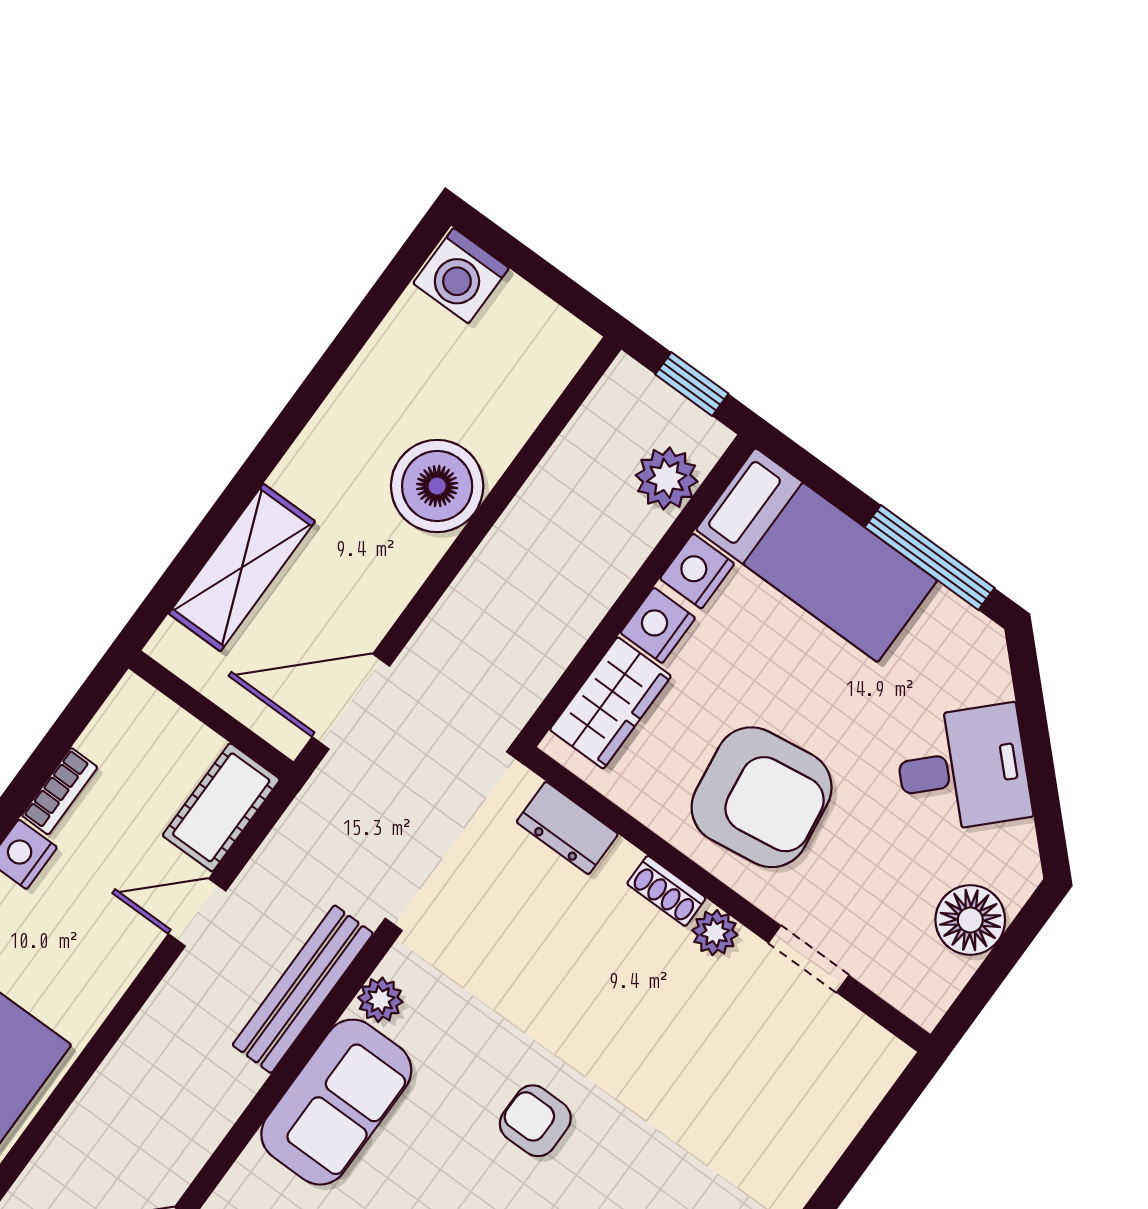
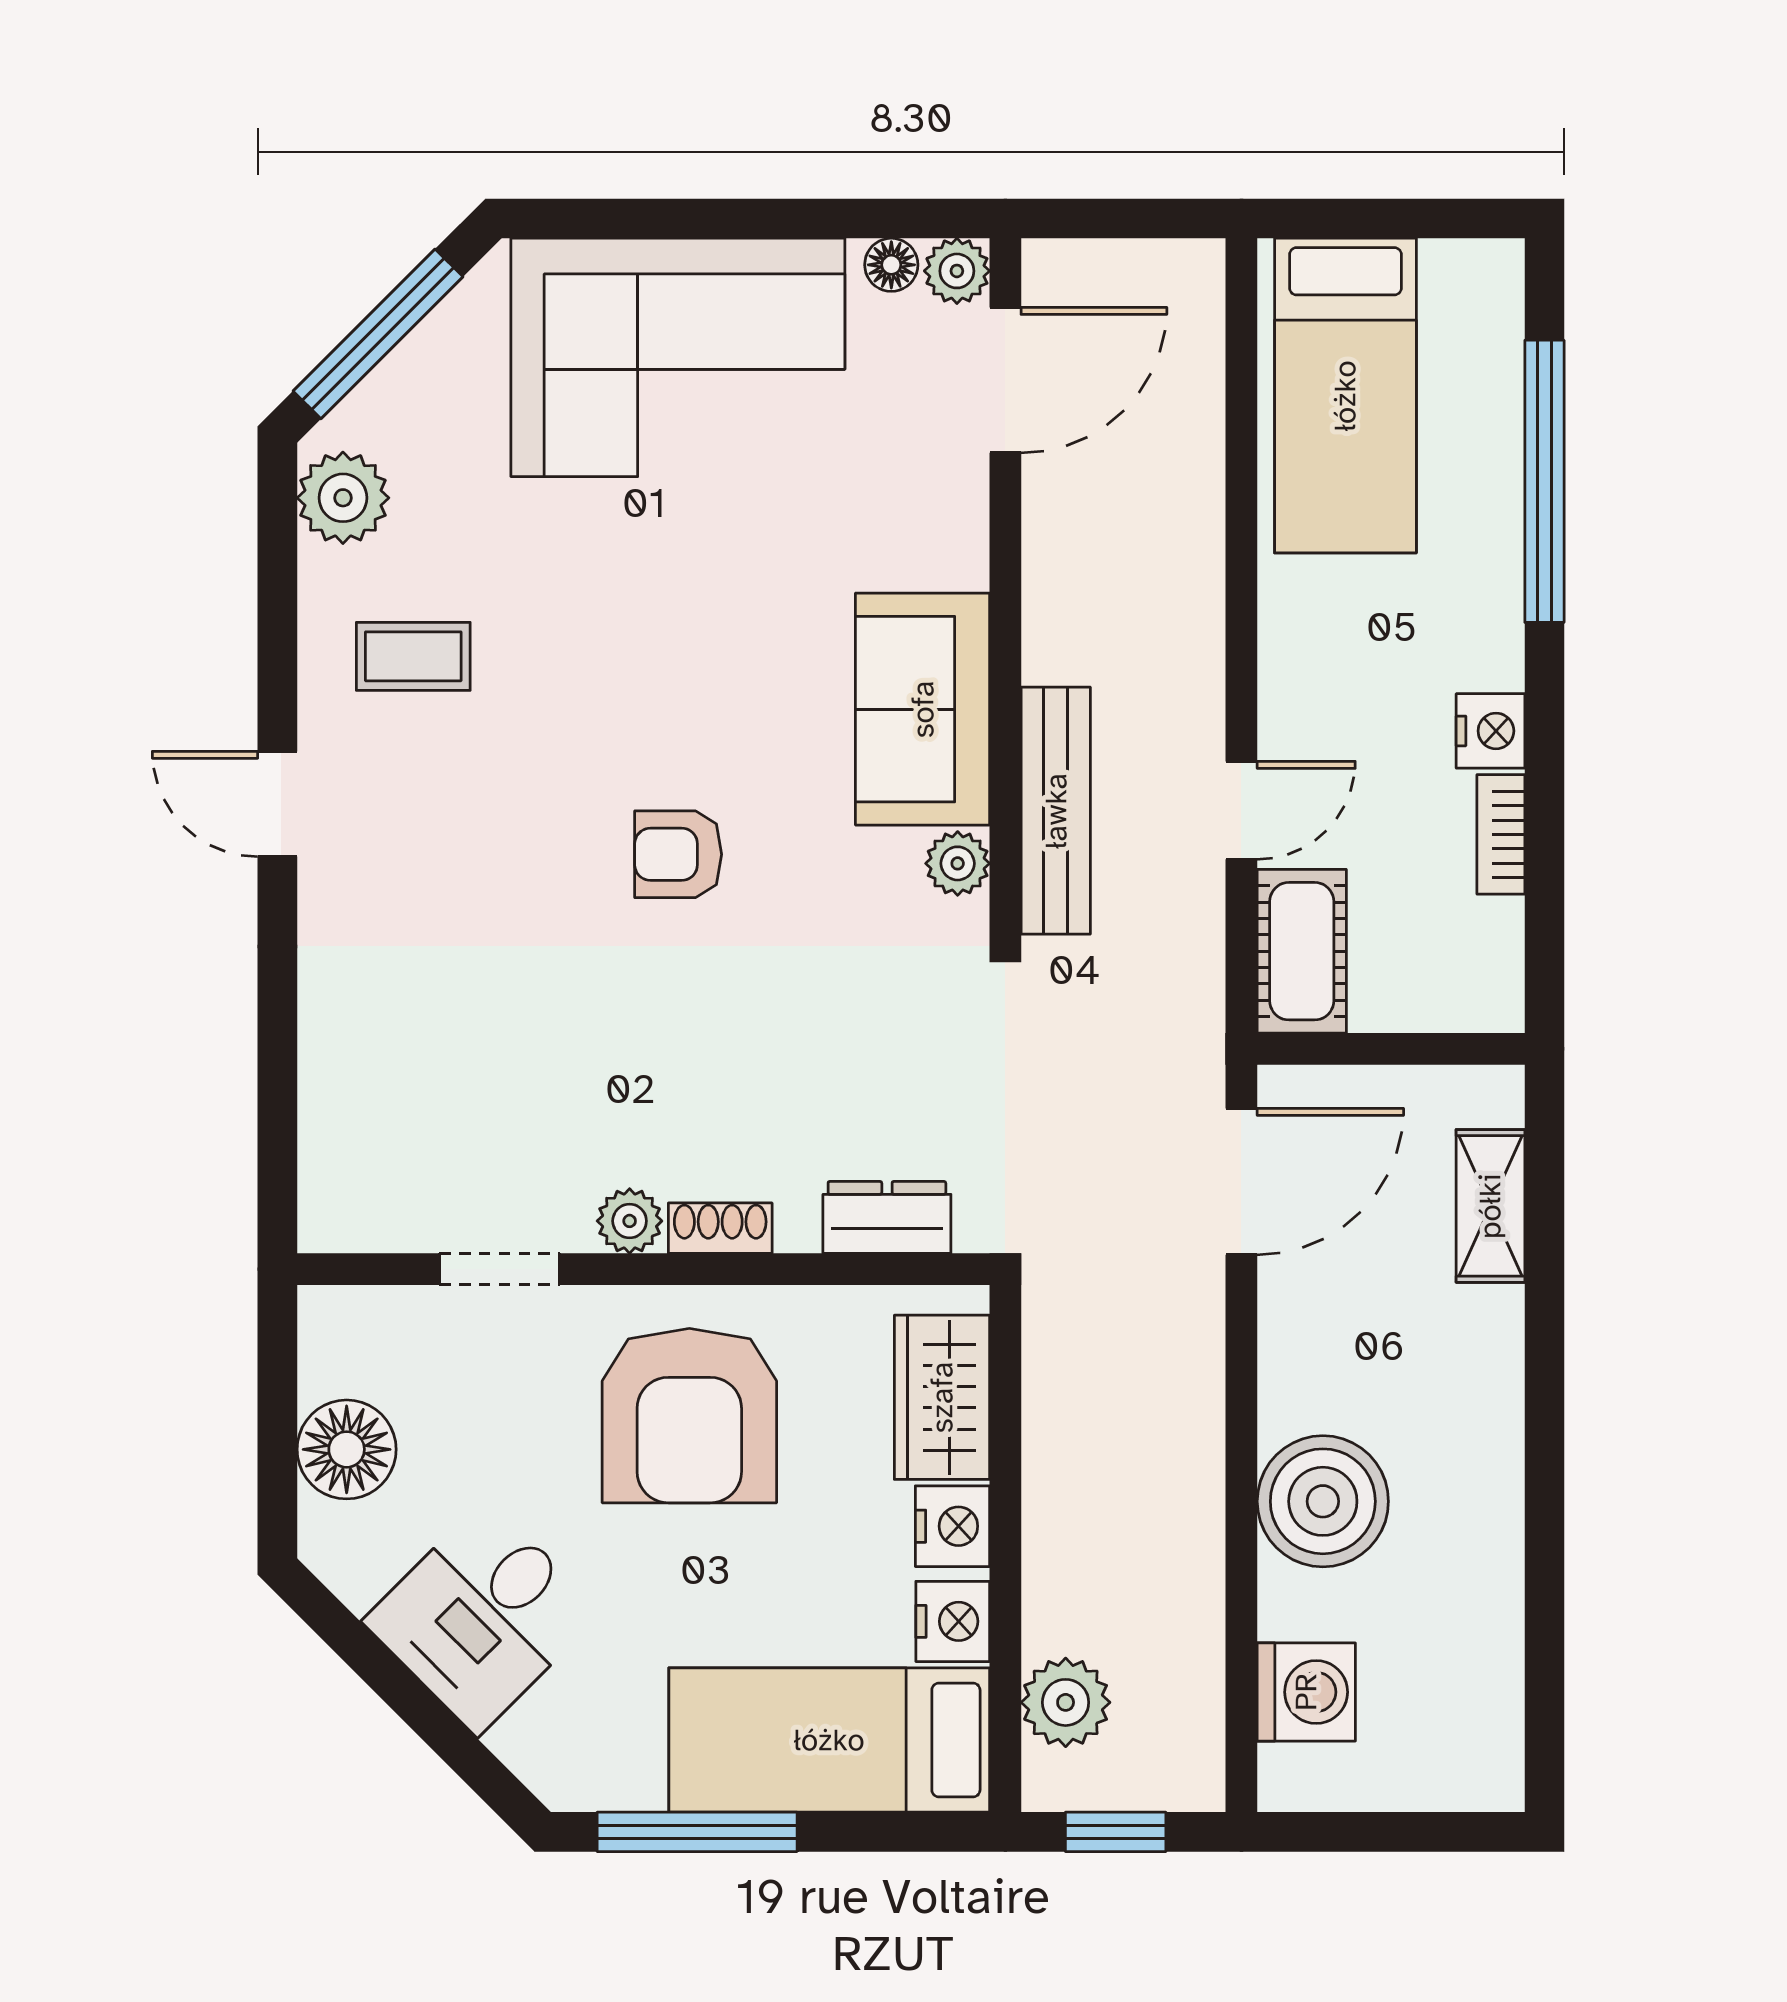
washing machine: (461, 276) -> (1306, 1692), moved, turned 90
shelving: (242, 567) -> (1490, 1206), width x0.67, depth x0.75
armchair: (762, 797) -> (689, 1416), turned -82
armchair: (535, 1121) -> (678, 854), turned 180

